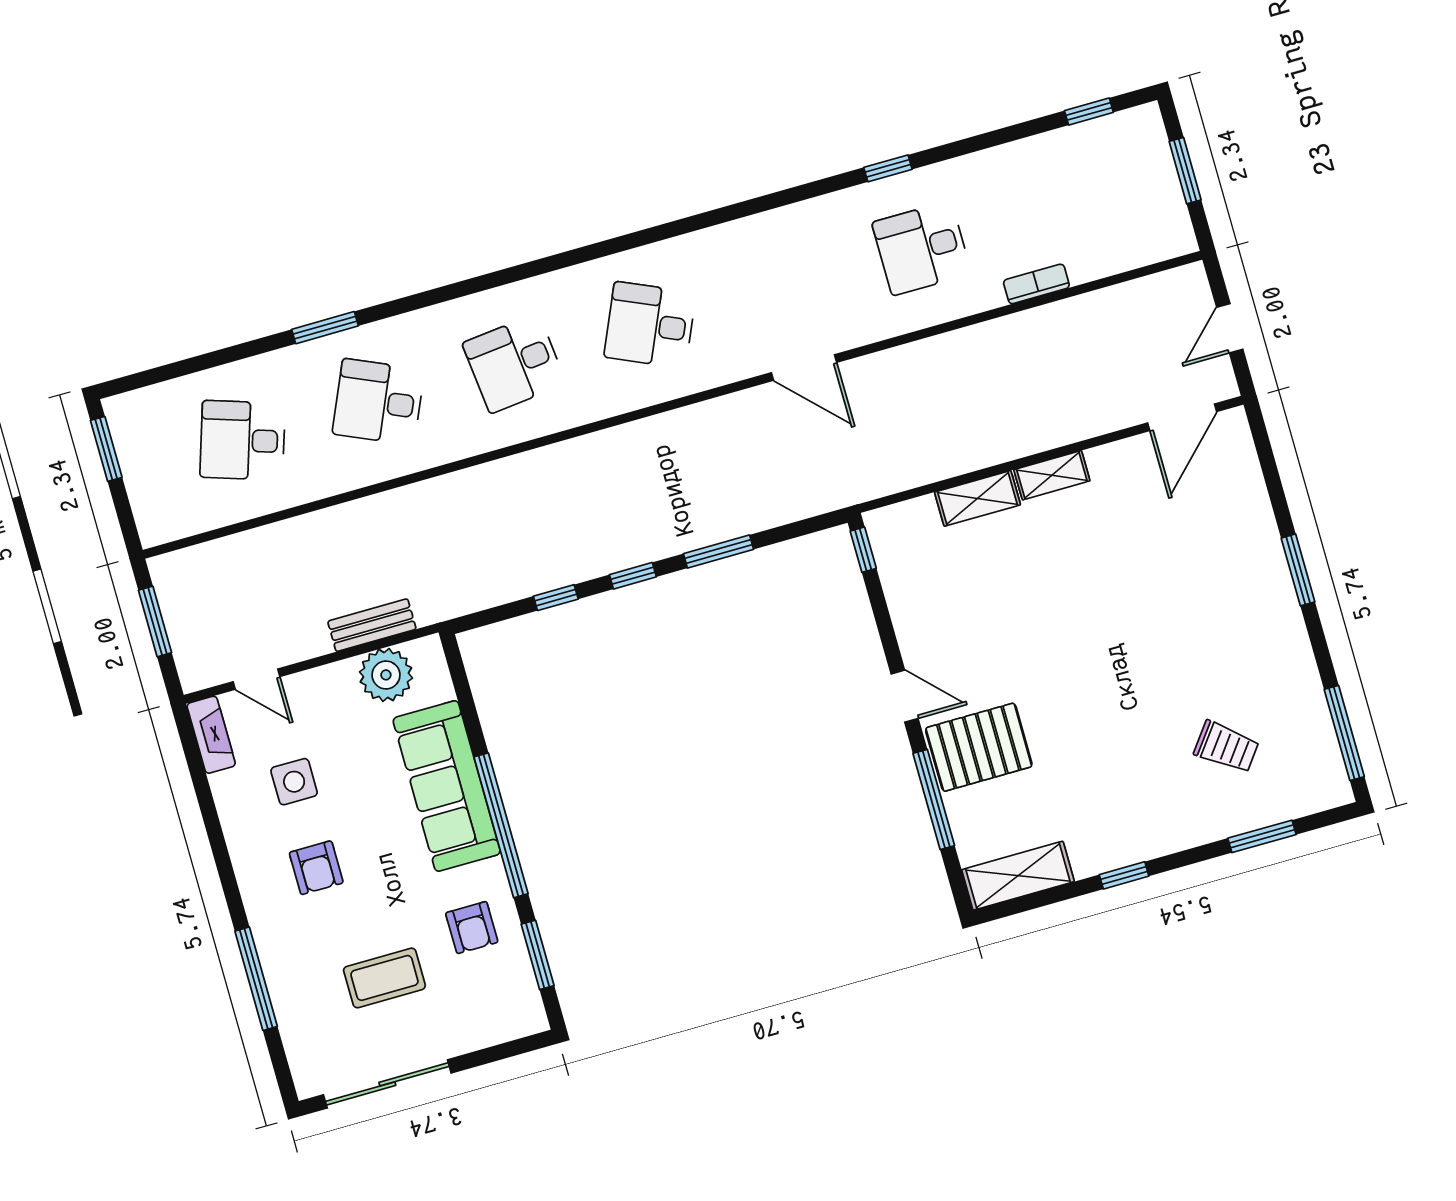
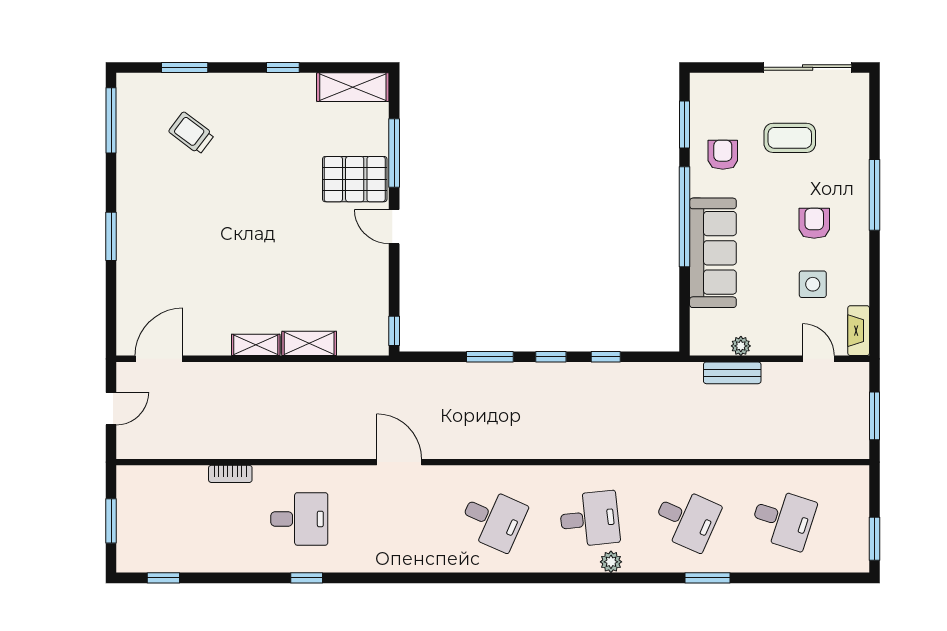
plant: (467, 312) -> (611, 562), added
plant: (386, 675) -> (741, 346), width x0.53, depth x0.53
window: (256, 979) -> (875, 195), moved

